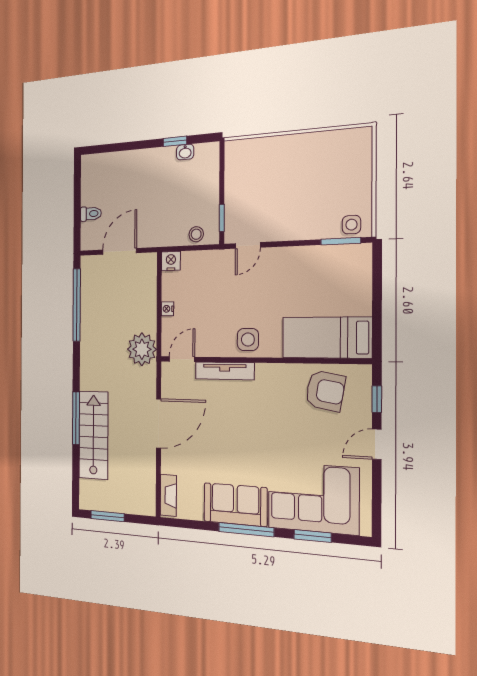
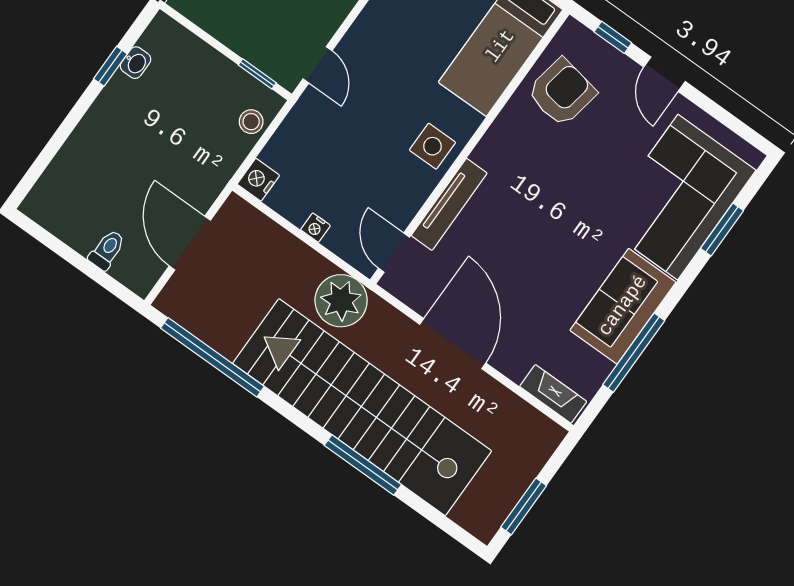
stairs: (93, 435) -> (362, 407), width x1.86, depth x1.51
window: (246, 530) -> (634, 353), moved

